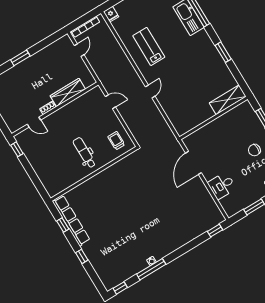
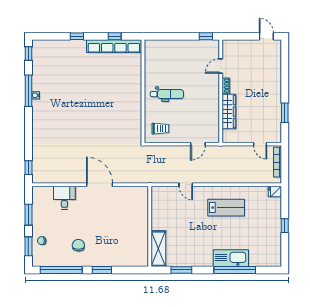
window: (20, 58) -> (285, 113), moved
shelving: (228, 100) -> (158, 249), moved
wall: (213, 118) -> (150, 226), moved

